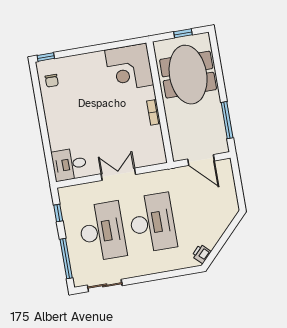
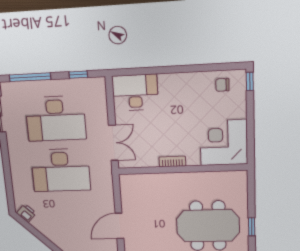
corner desk: (129, 68) -> (224, 143), moved
wall: (160, 102) -> (182, 169), moved
bookcase: (154, 112) -> (172, 161), moved
desk: (69, 164) -> (135, 93), width x1.37

